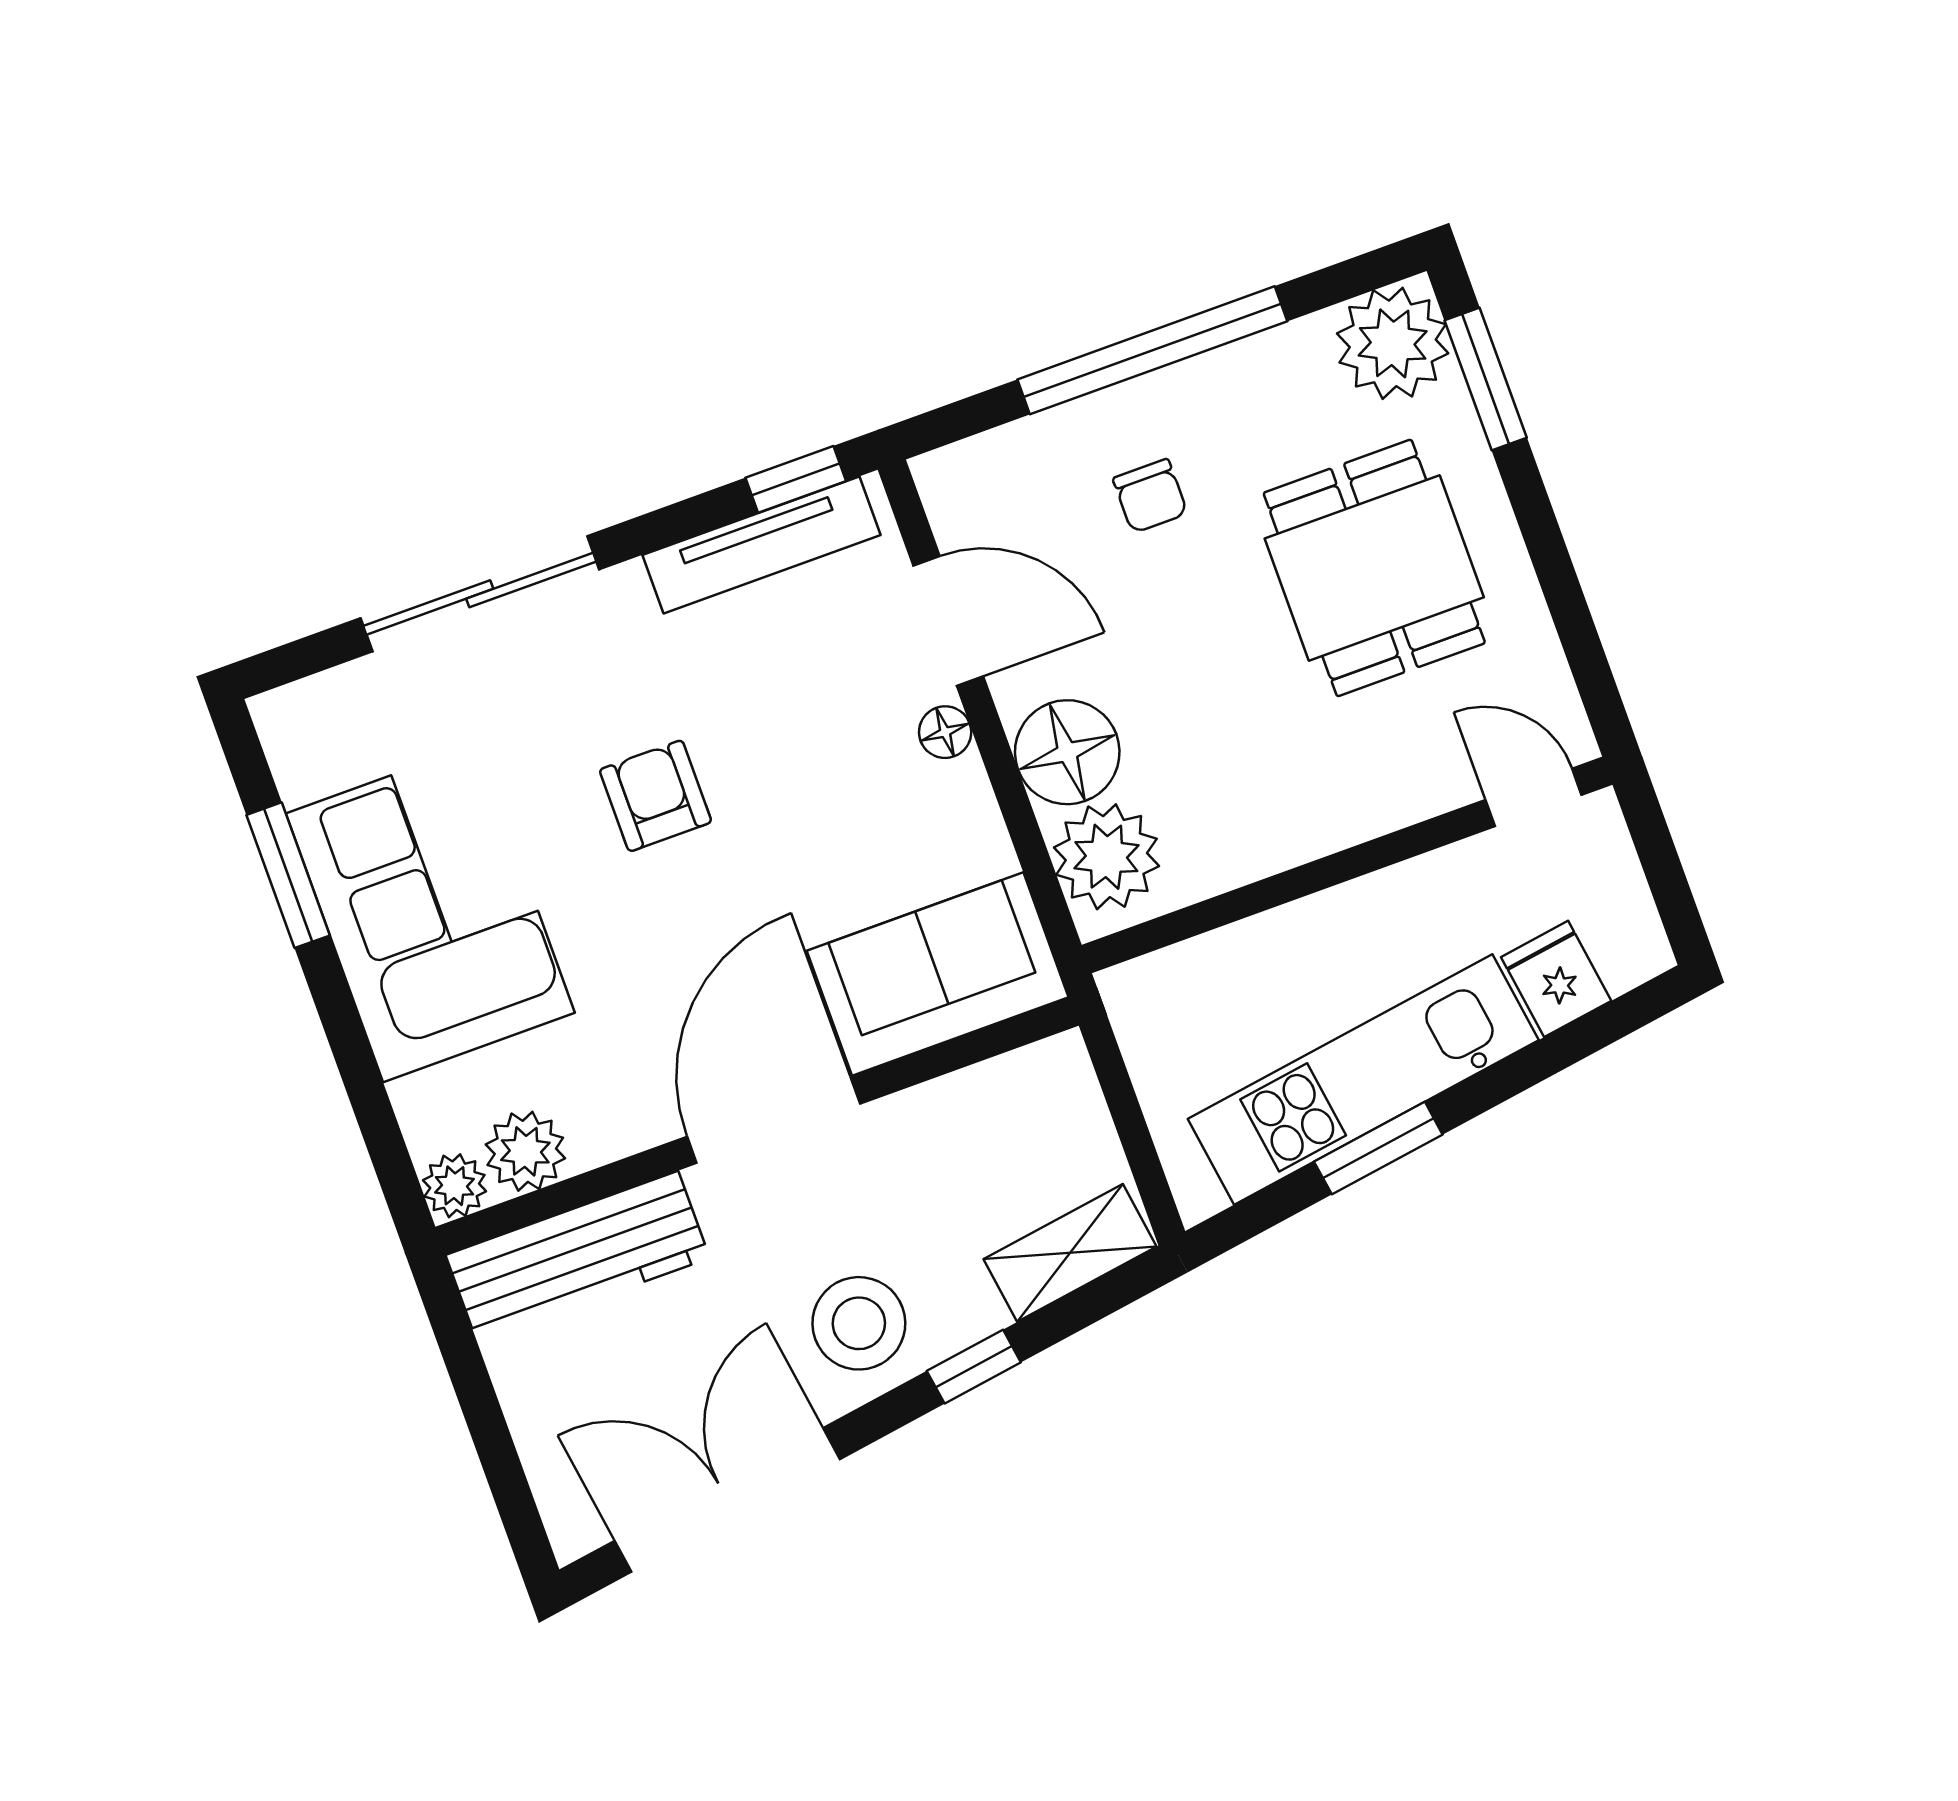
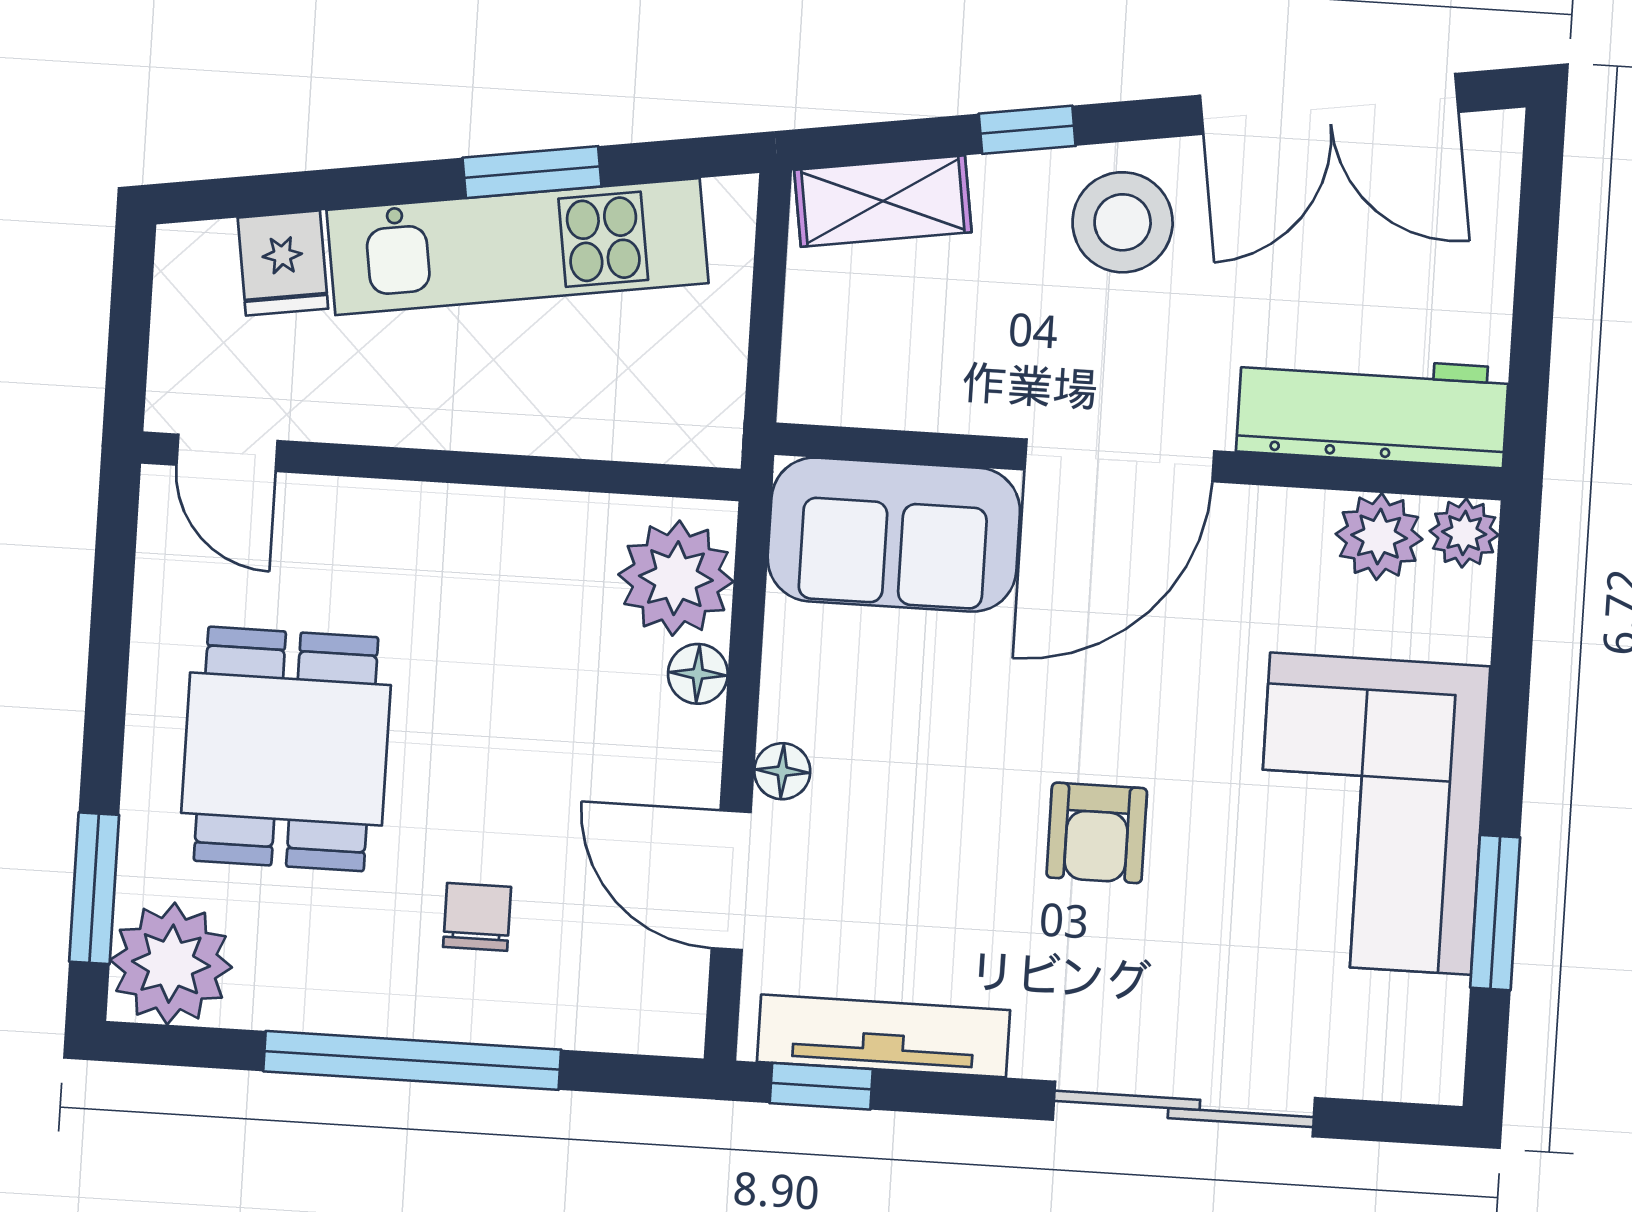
floor lamp: (1067, 752) -> (698, 674), width x0.53, depth x0.53

